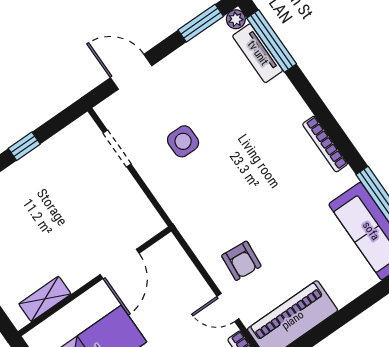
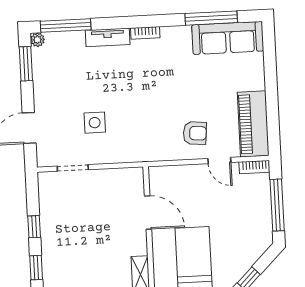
tv unit: (258, 53) -> (108, 37), moved
bookcase: (325, 144) -> (145, 33), width x0.64
door: (228, 307) -> (219, 160), hinge flipped

